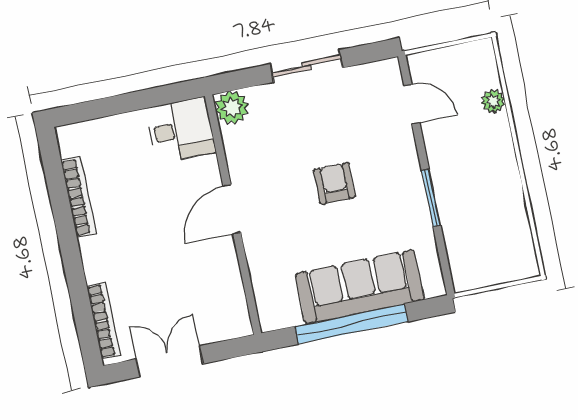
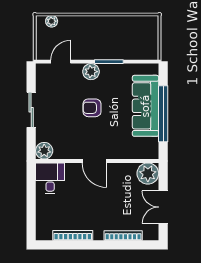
plant: (493, 101) -> (52, 21), moved
plant: (405, 167) -> (91, 72), added
plant: (229, 318) -> (148, 173), added
bookcase: (103, 321) -> (123, 236), moved

